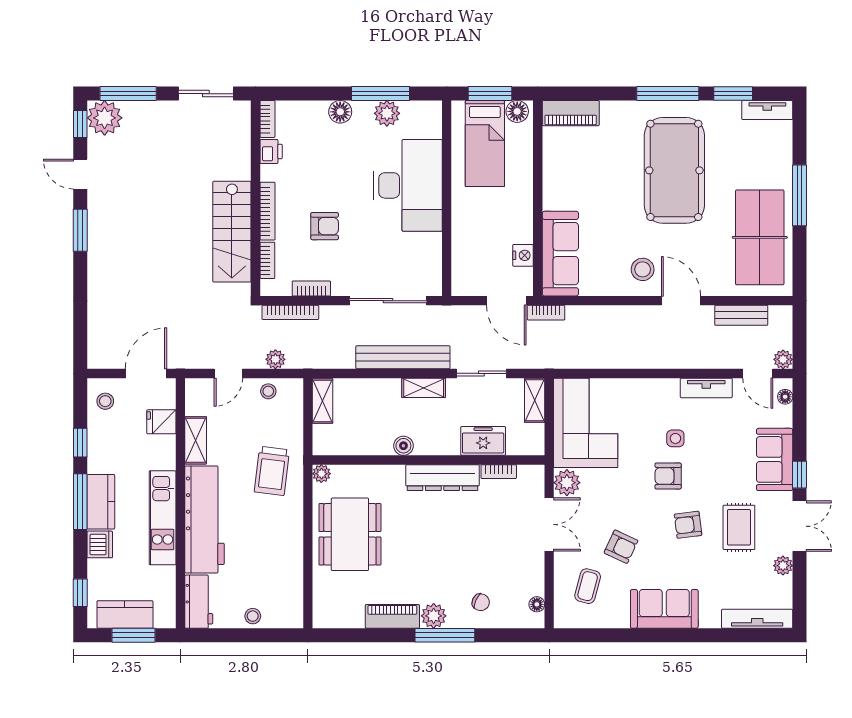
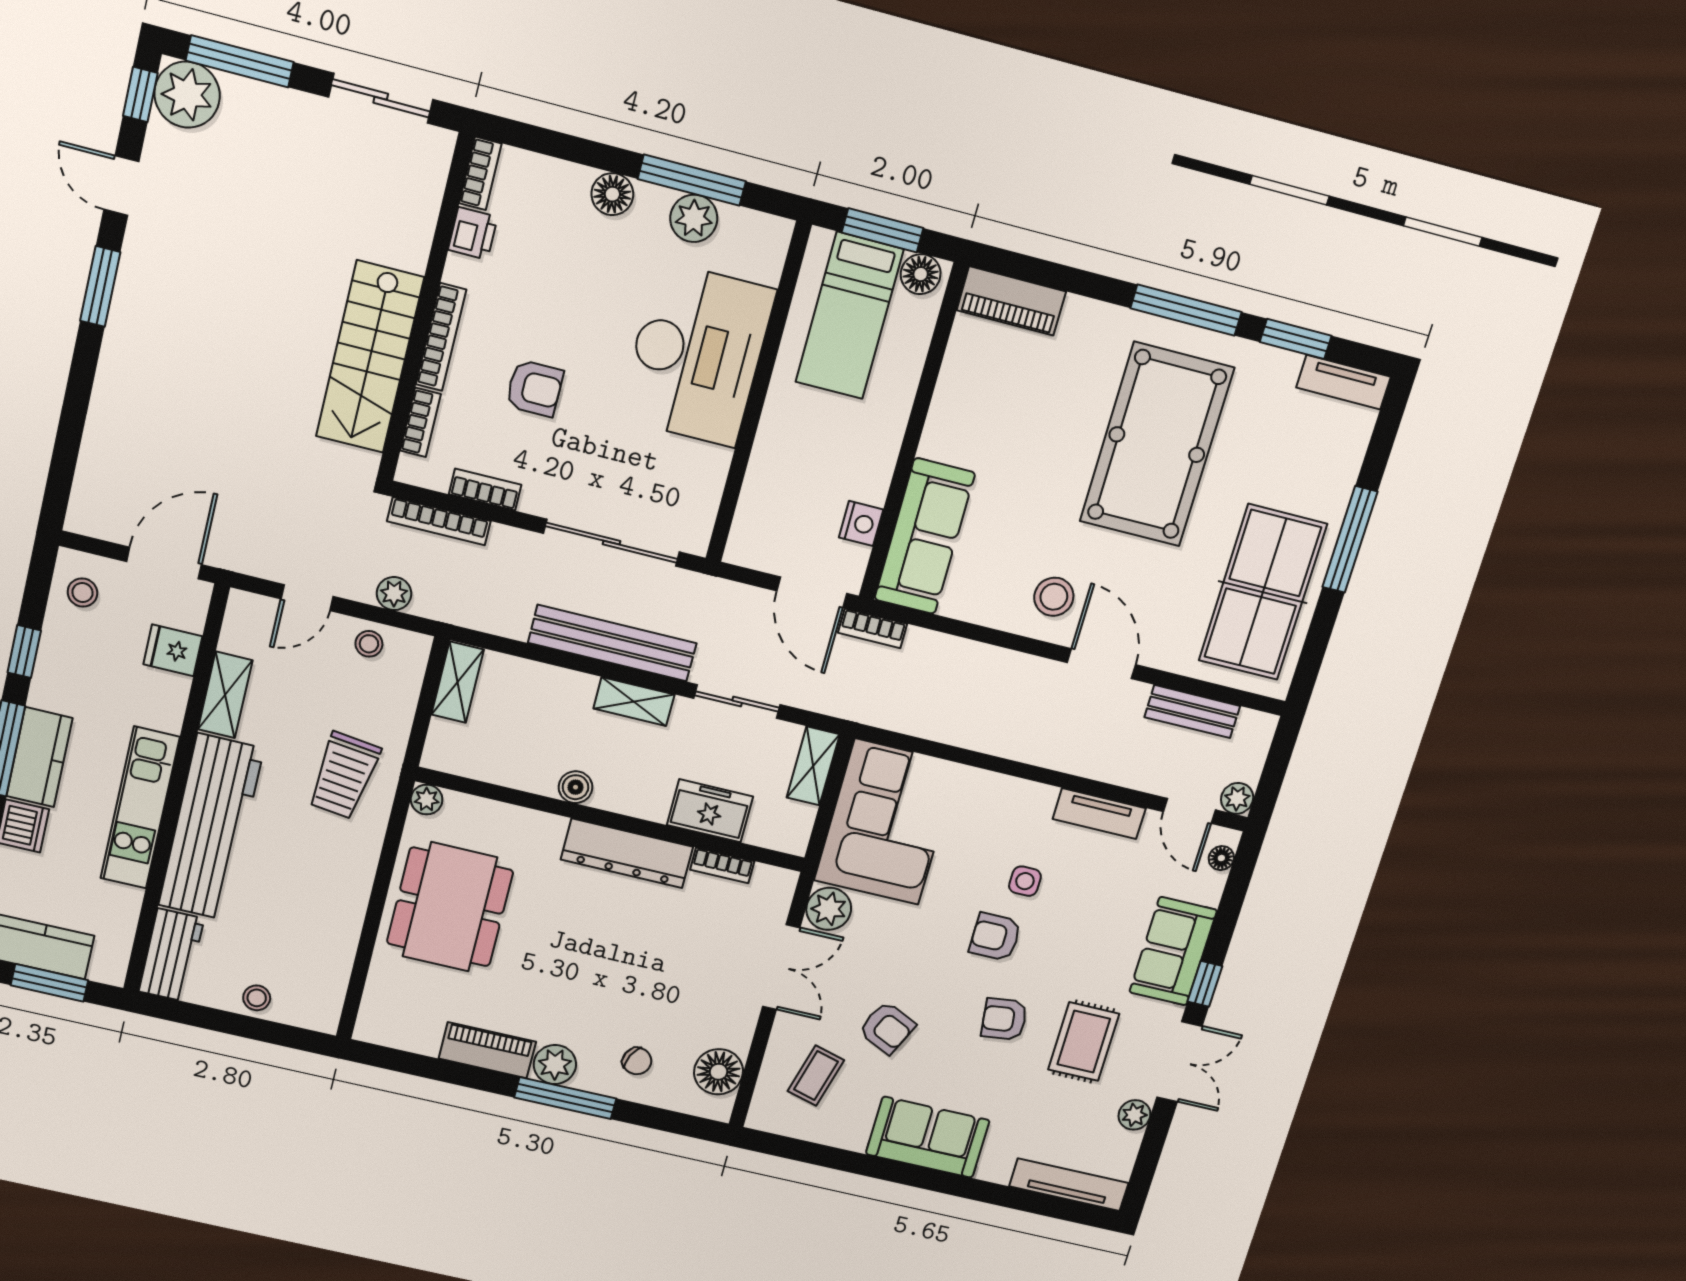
floor lamp: (537, 604) -> (719, 1072), width x1.89, depth x1.89

